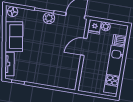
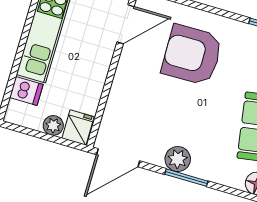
door: (84, 47) -> (126, 24), moved
armchair: (48, 65) -> (192, 55), added

